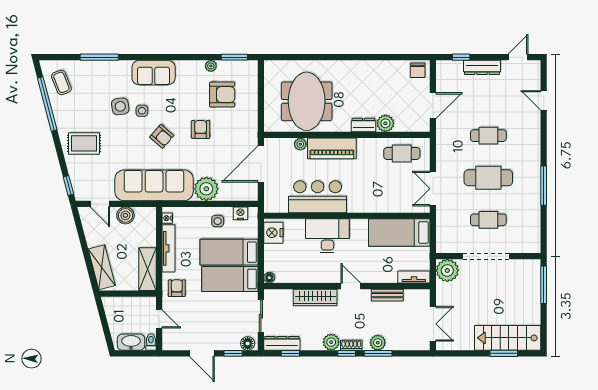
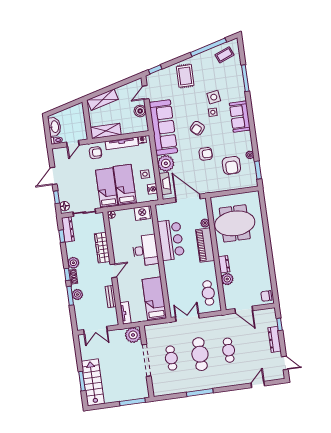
fireplace: (235, 194) -> (165, 184), added

